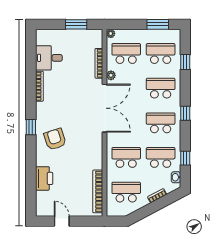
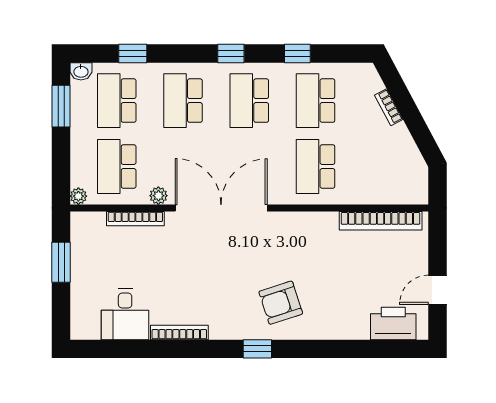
window: (185, 158) -> (297, 53), moved
washbasin: (176, 177) -> (81, 71), moved
printer: (44, 178) -> (393, 323), moved
school desk: (126, 192) -> (382, 166), removed

